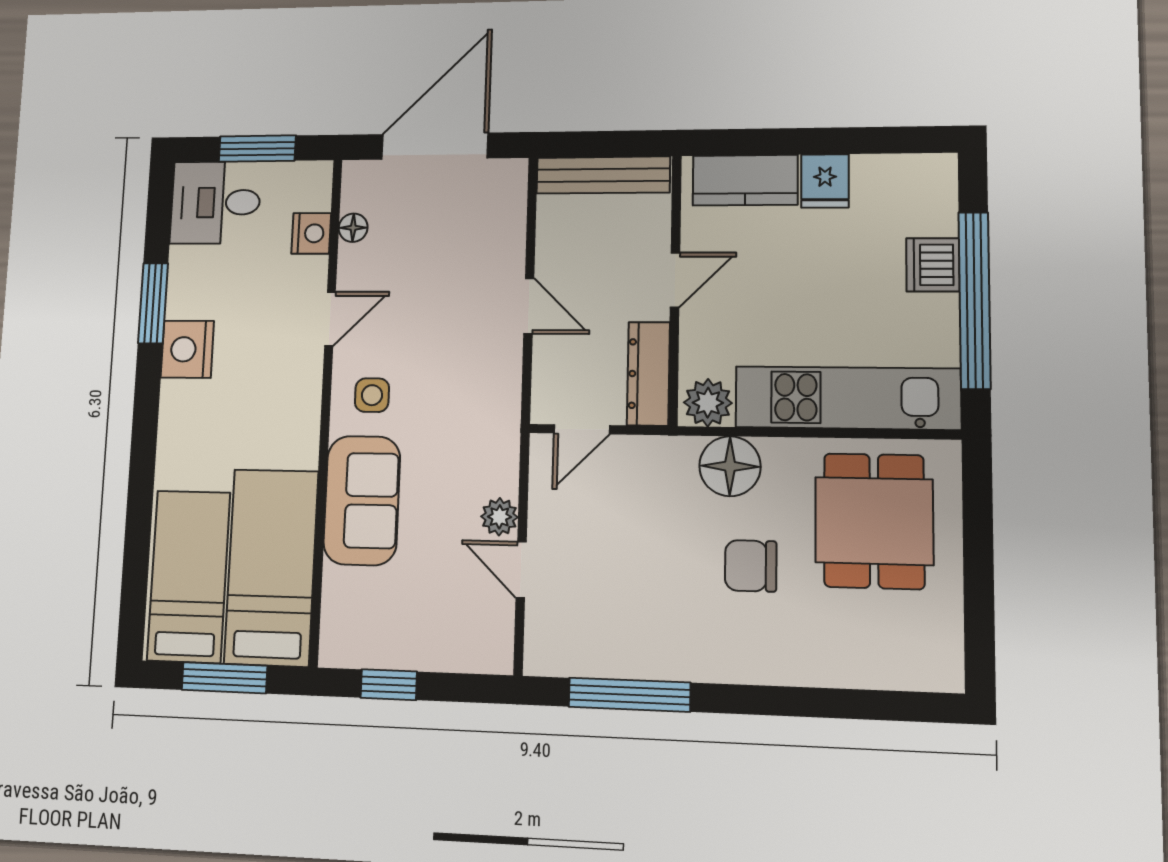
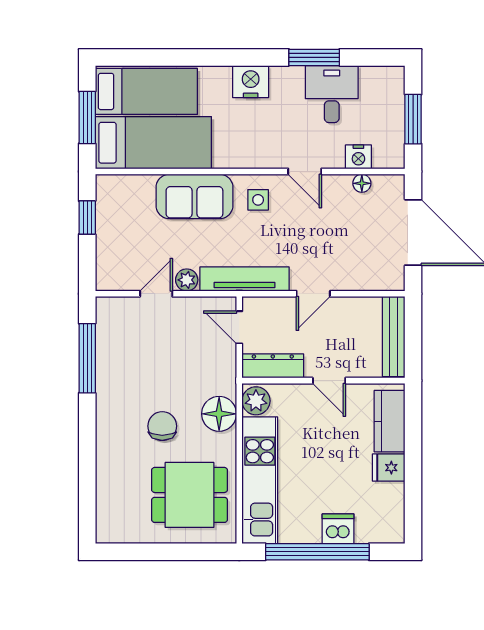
desk: (216, 202) -> (332, 94), moved
nightstand: (187, 349) -> (251, 82), moved
tv unit: (501, 419) -> (245, 279), added

